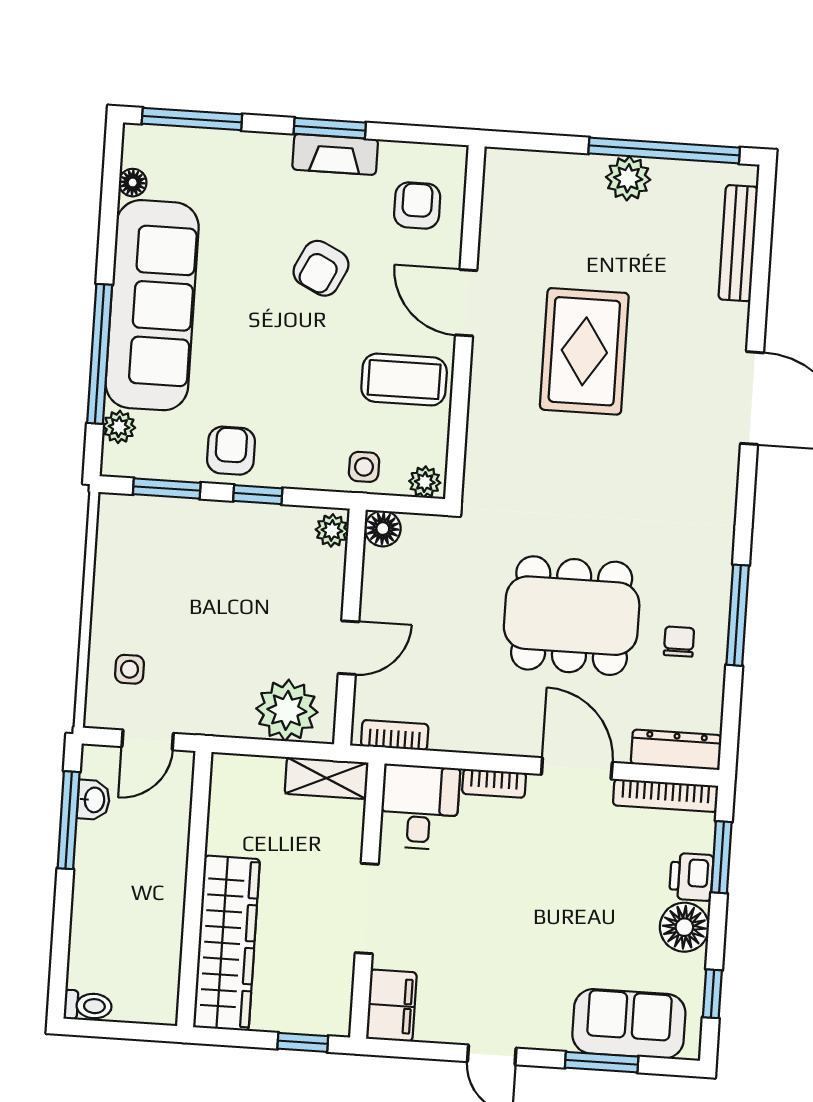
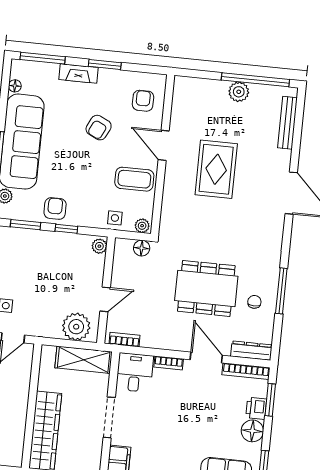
fireplace: (335, 154) -> (79, 73), moved
floor lamp: (383, 529) -> (142, 248), moved
shelving: (327, 778) -> (84, 360), width x1.50, depth x1.33

